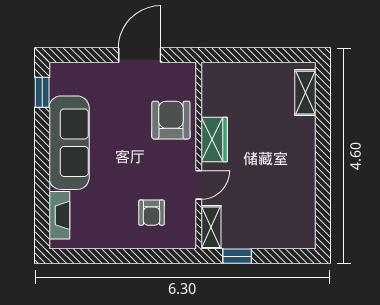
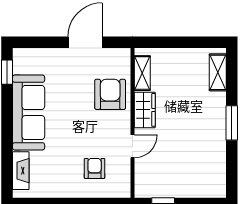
window: (323, 156) -> (232, 123), added
armchair: (151, 213) -> (95, 168), turned 180
shelving: (211, 227) -> (142, 73), moved

